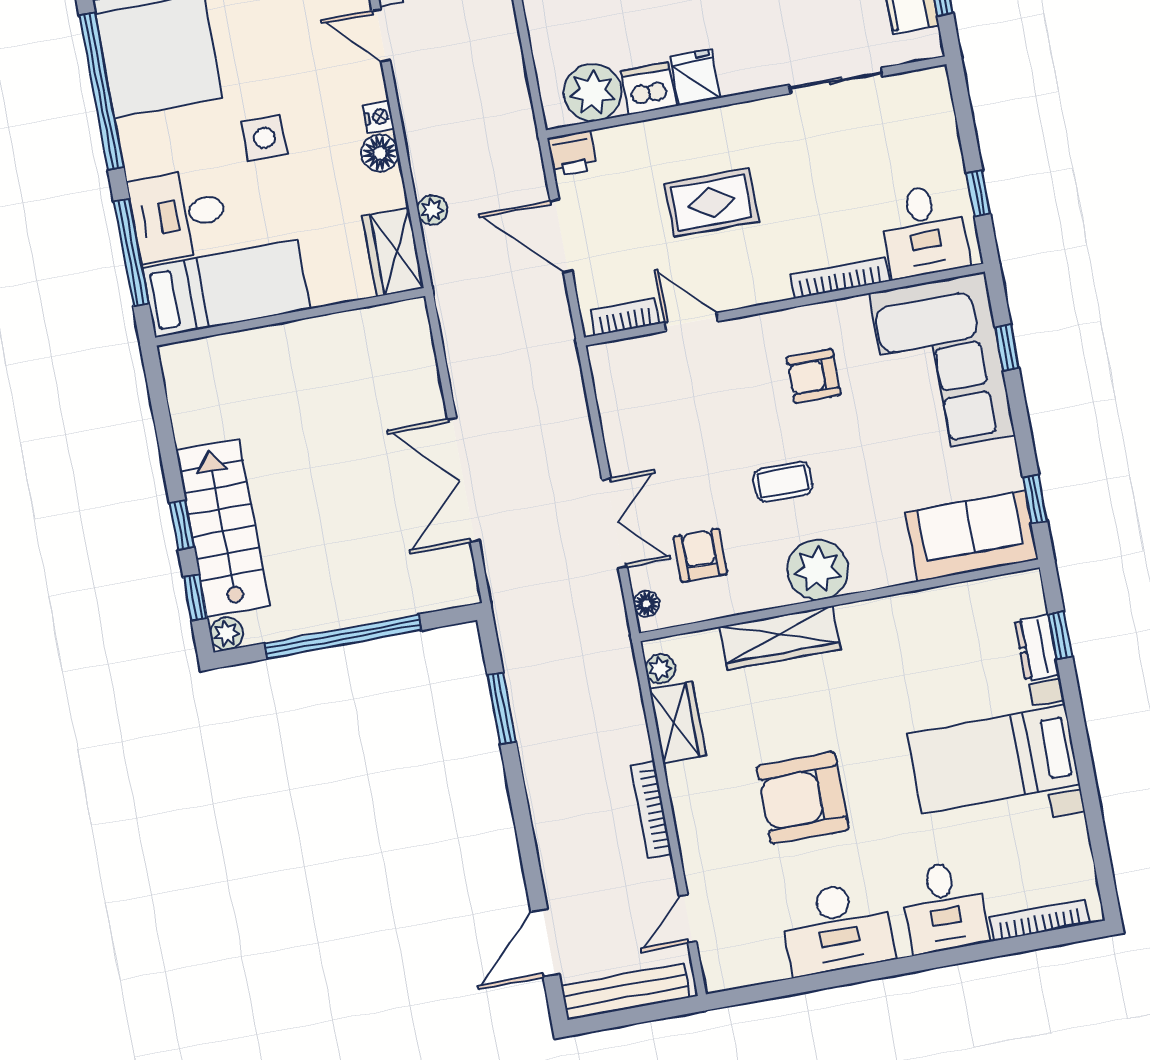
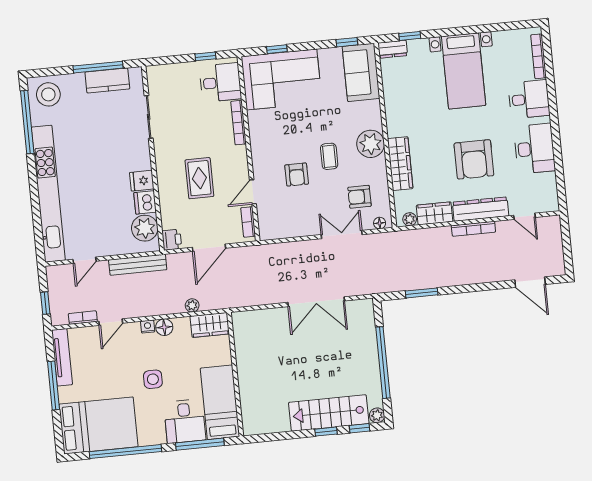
armchair: (814, 376) -> (297, 175), moved
dresser: (1037, 648) -> (393, 49), moved
dresser: (695, 822) -> (481, 209), added
bench: (626, 992) -> (138, 265), moved, turned 90

